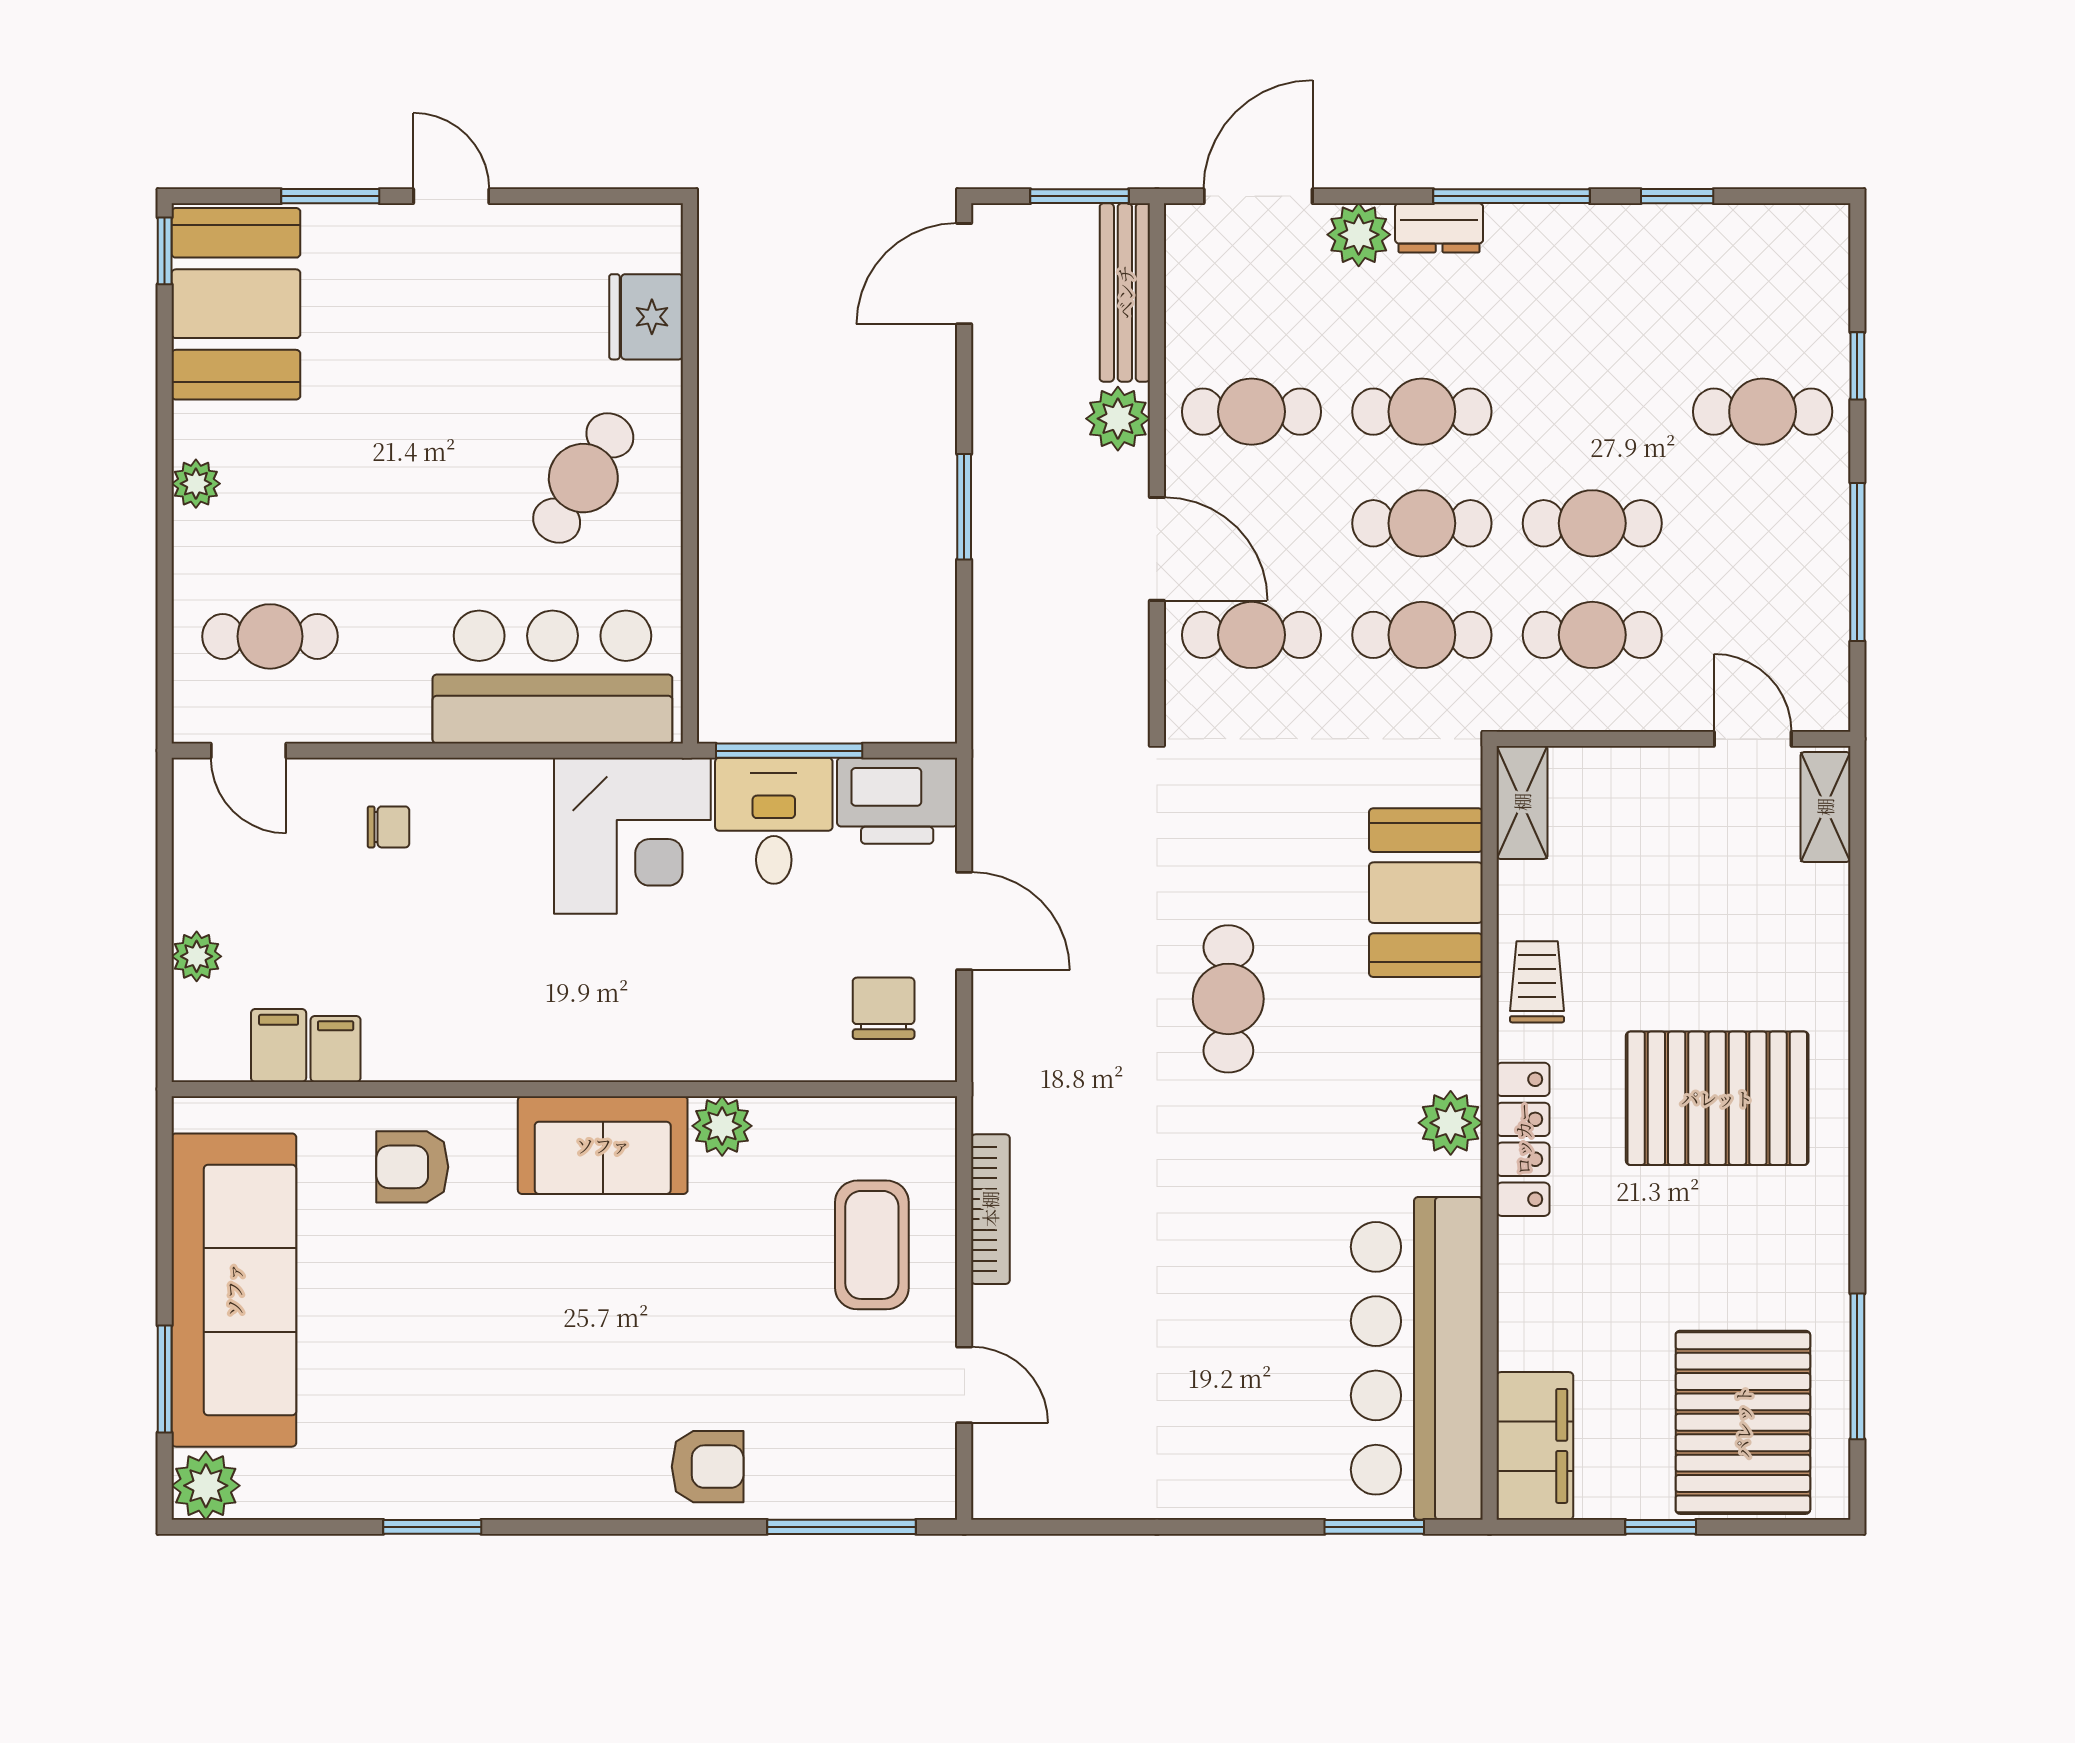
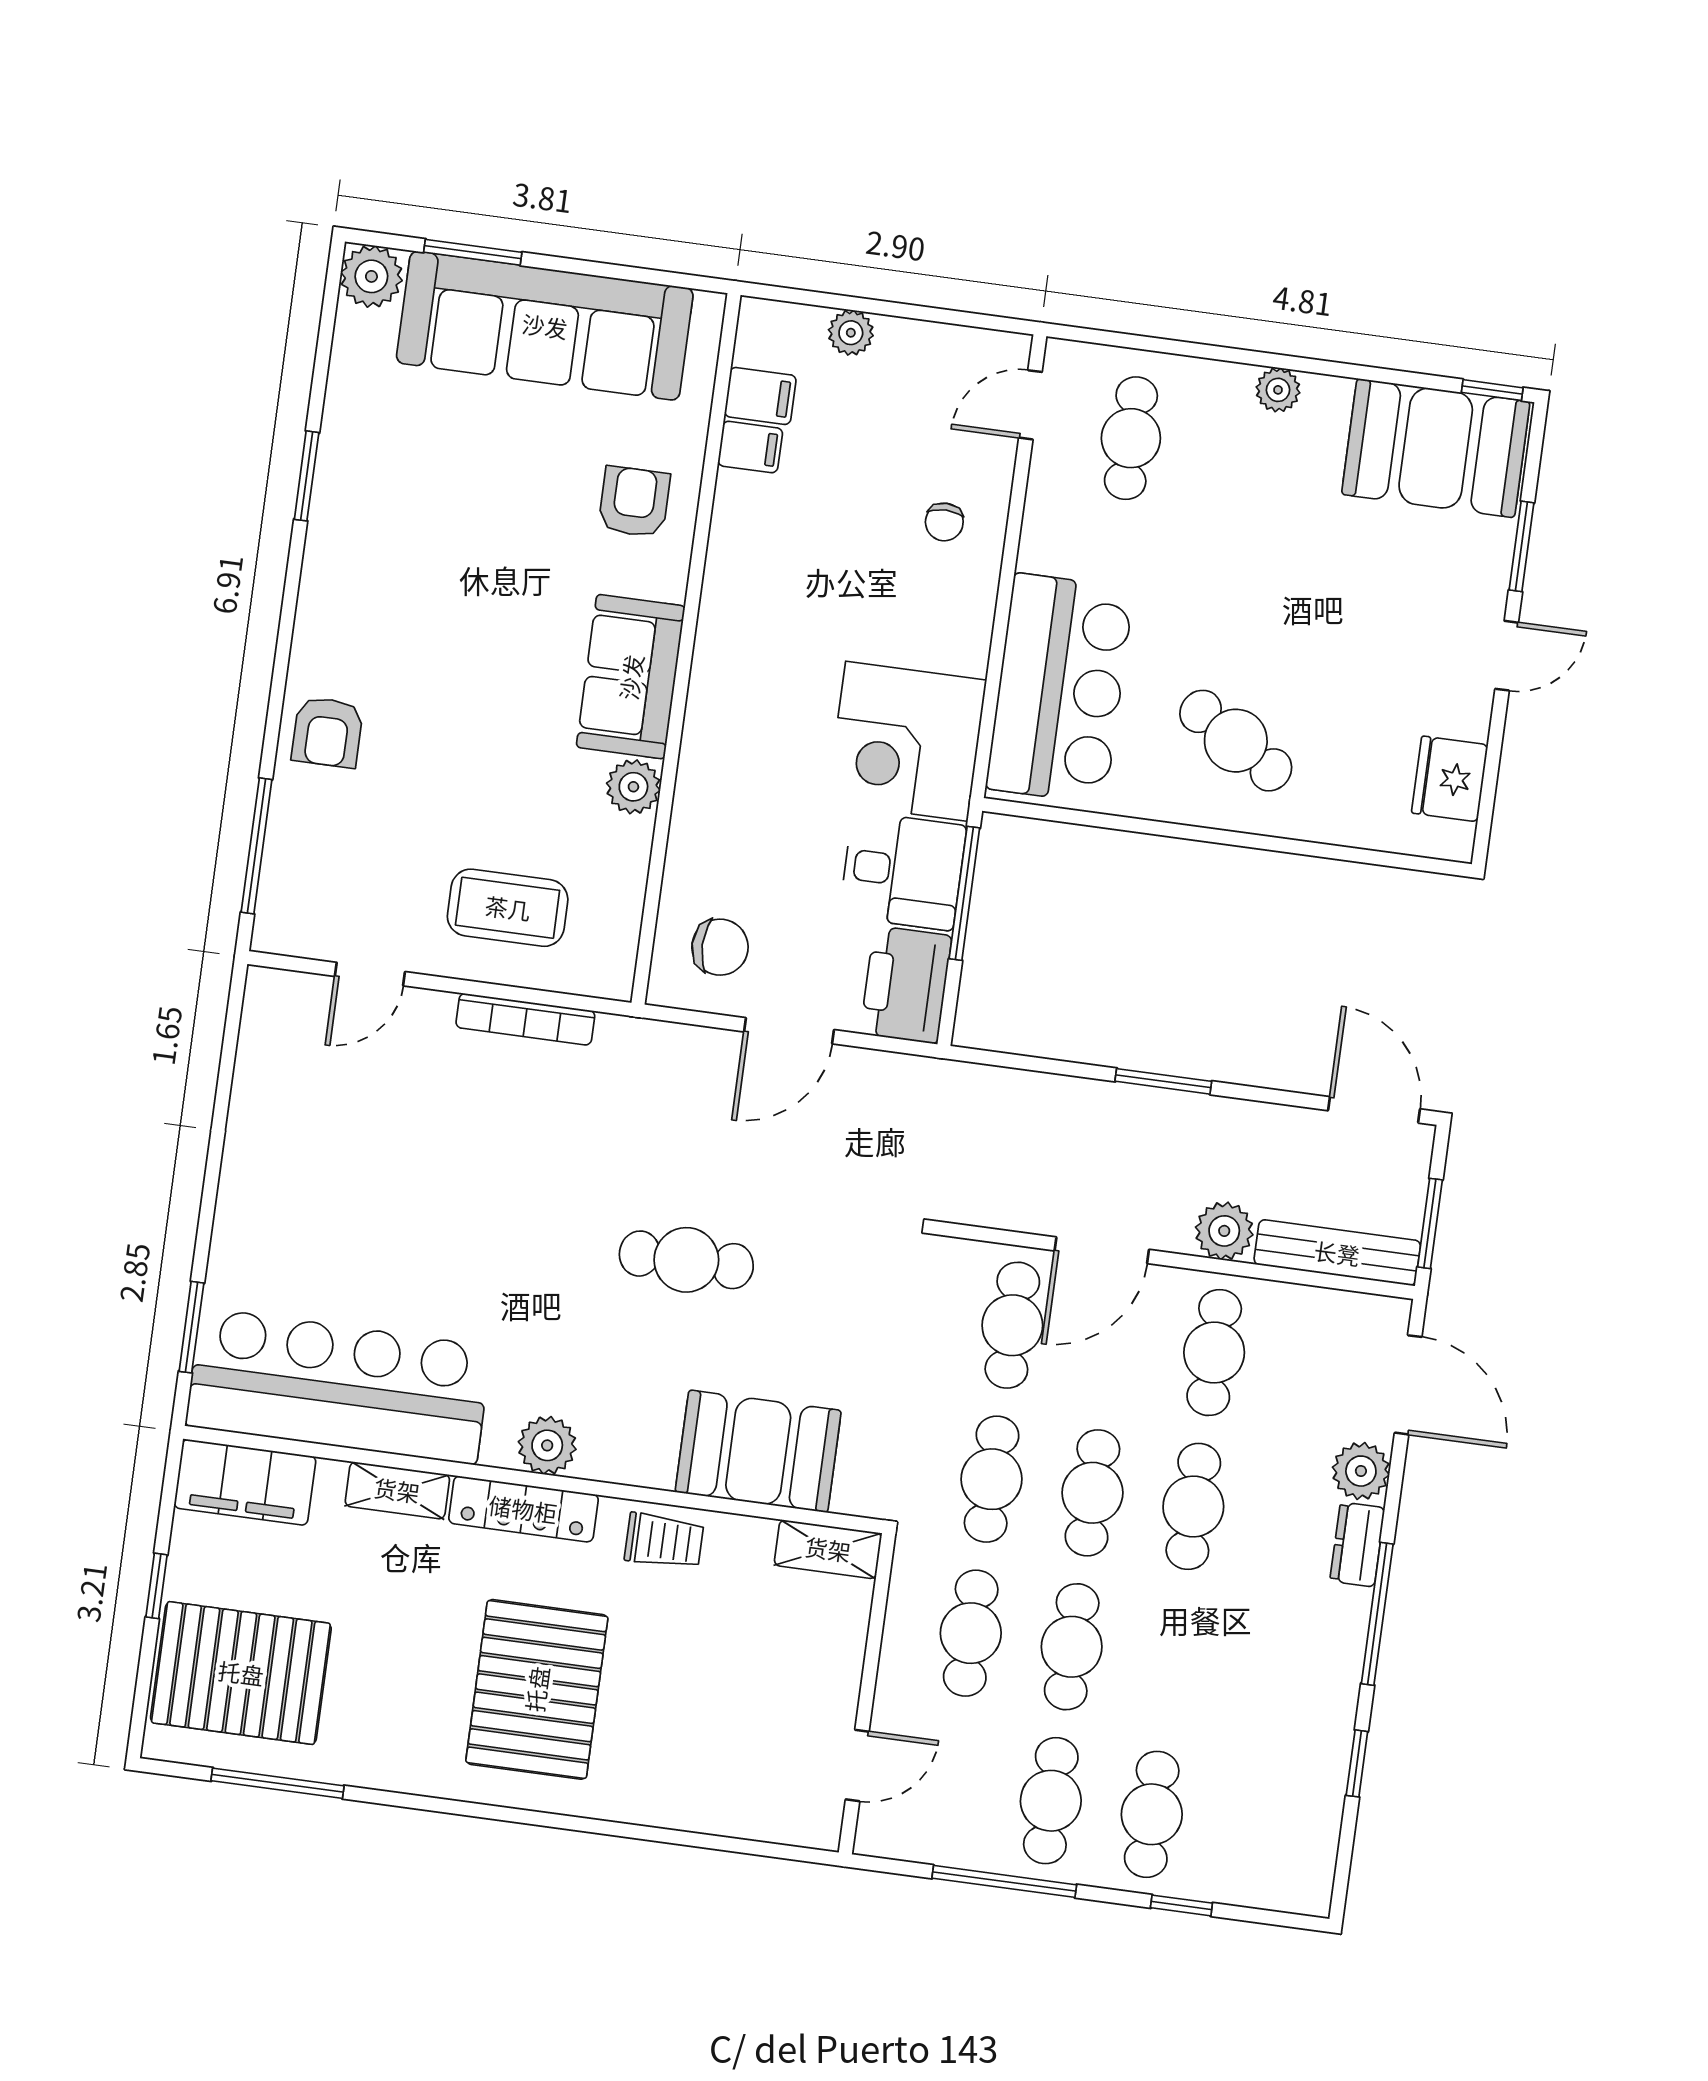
fridge: (646, 317) -> (1450, 779), moved, turned -90
cafe table: (1763, 523) -> (1051, 1801), added
shelving: (1825, 807) -> (397, 1490), moved

